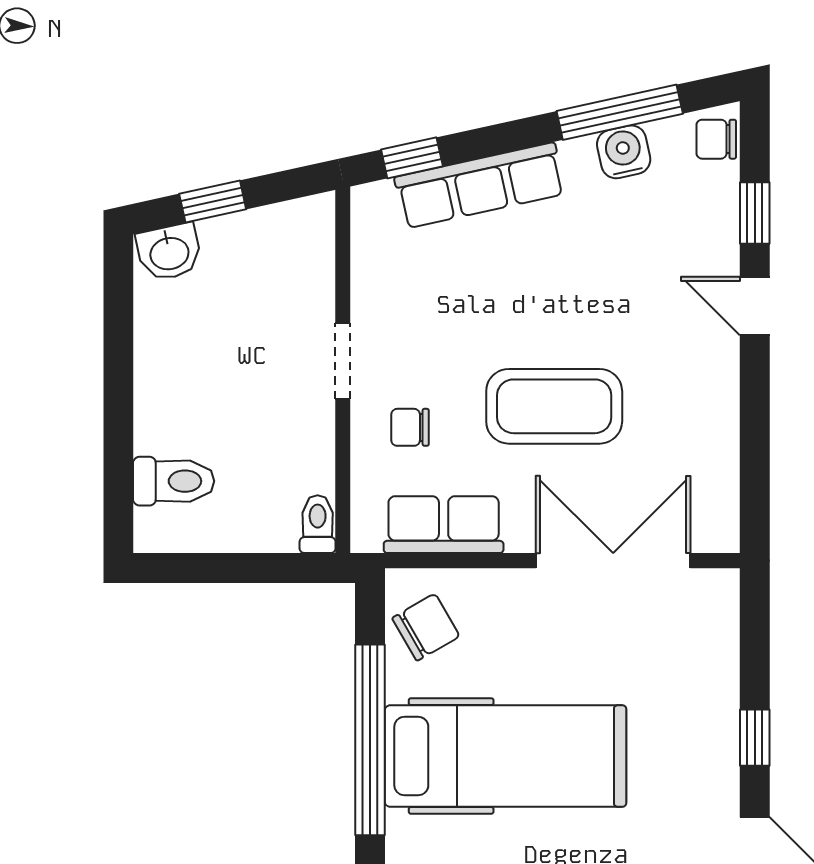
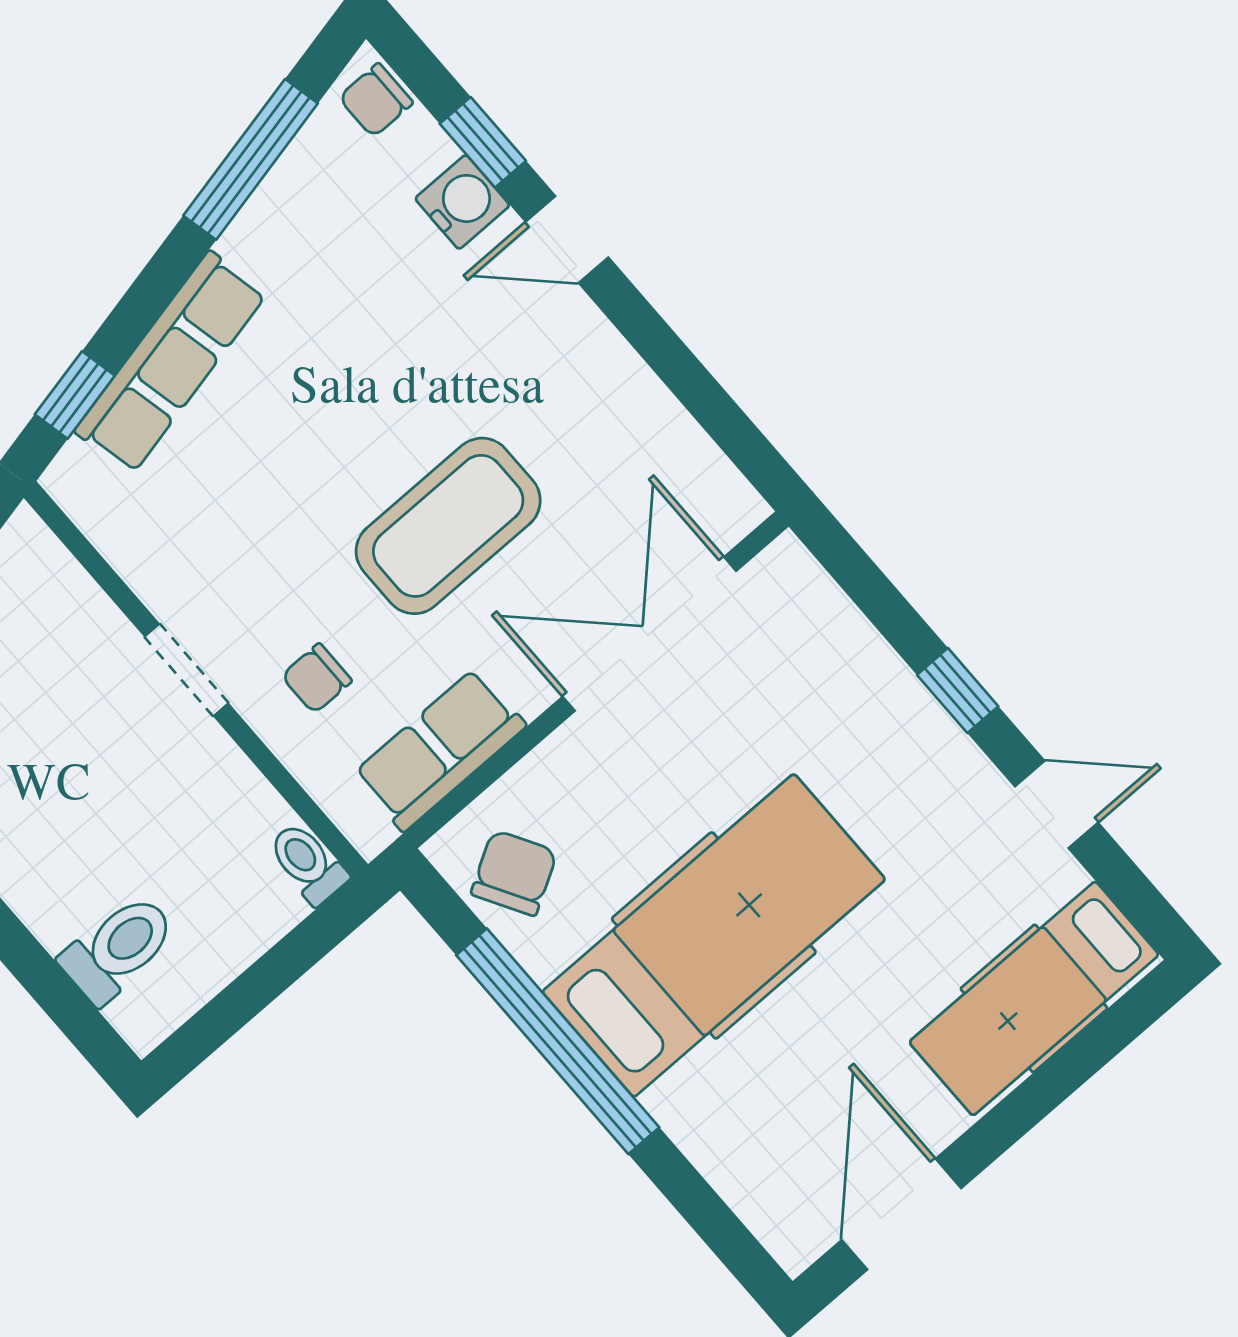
water cooler: (624, 152) -> (462, 202), moved, turned 102

